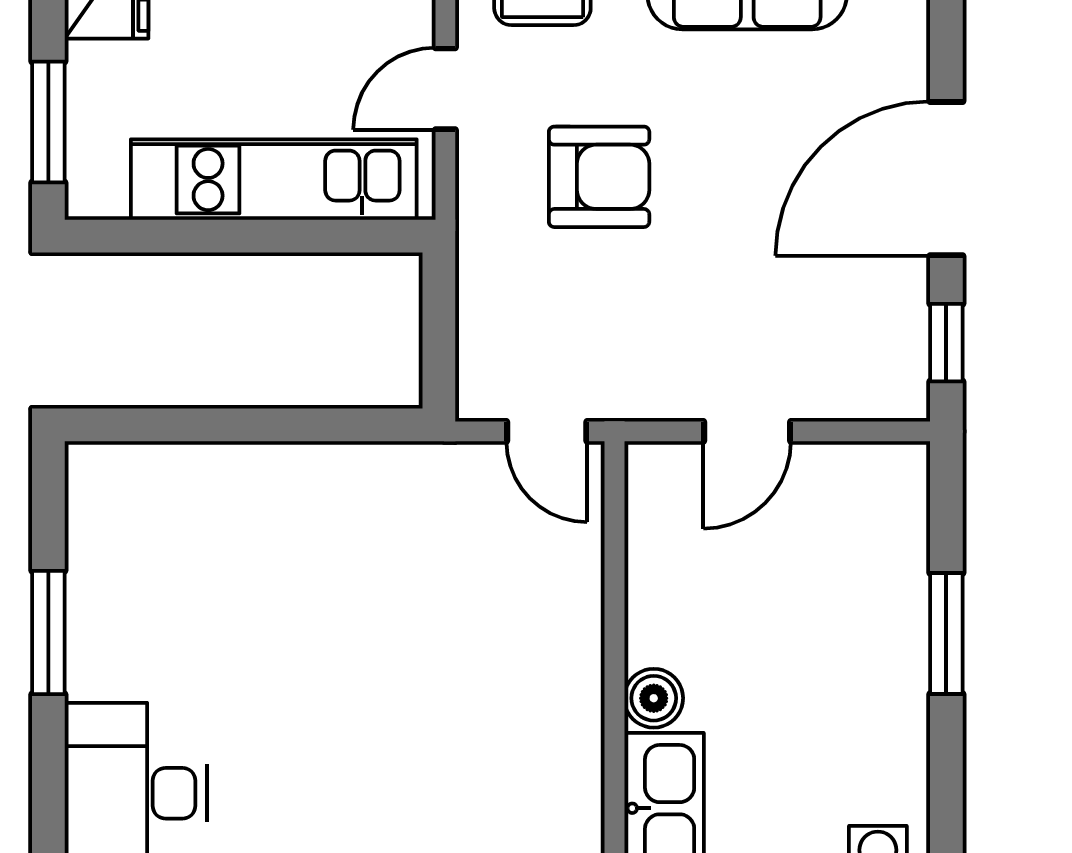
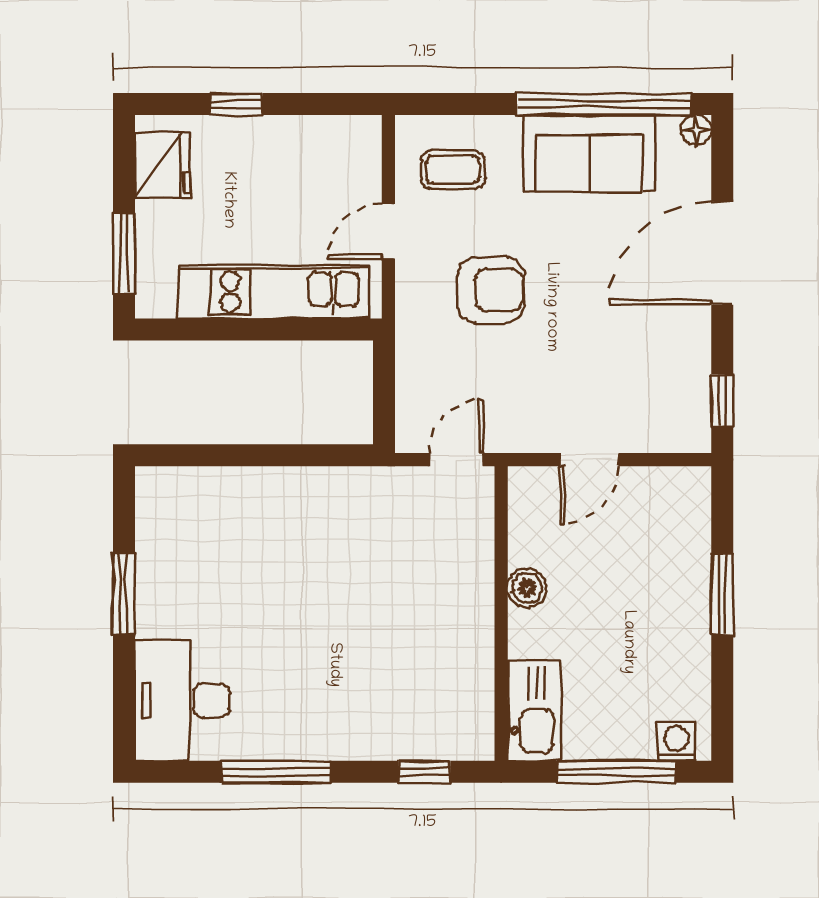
door: (946, 179) -> (722, 253), moved
door: (547, 431) -> (456, 460), swing flipped
boiler: (654, 698) -> (527, 588), moved

